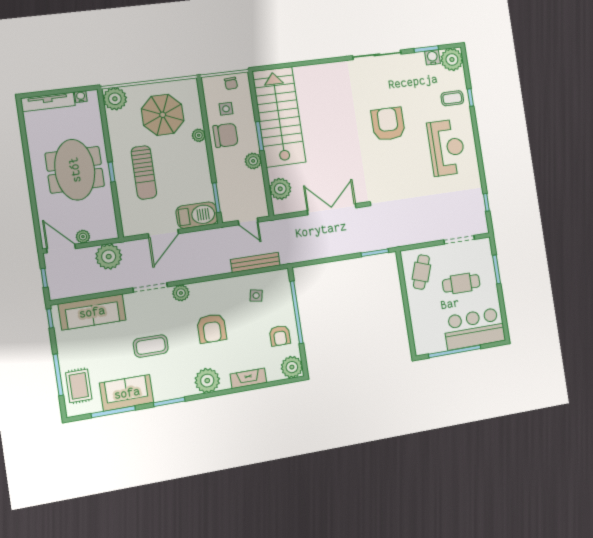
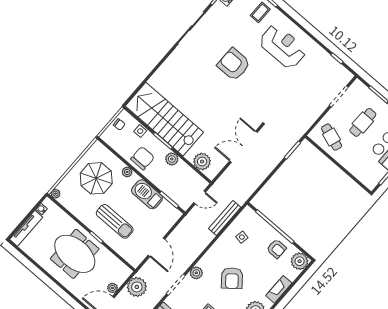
plant: (115, 99) -> (56, 194), width x0.53, depth x0.53
side table: (226, 109) -> (140, 131), moved
barbecue: (197, 215) -> (147, 194), moved, turned -90
armchair: (212, 328) -> (232, 278), turned 51

